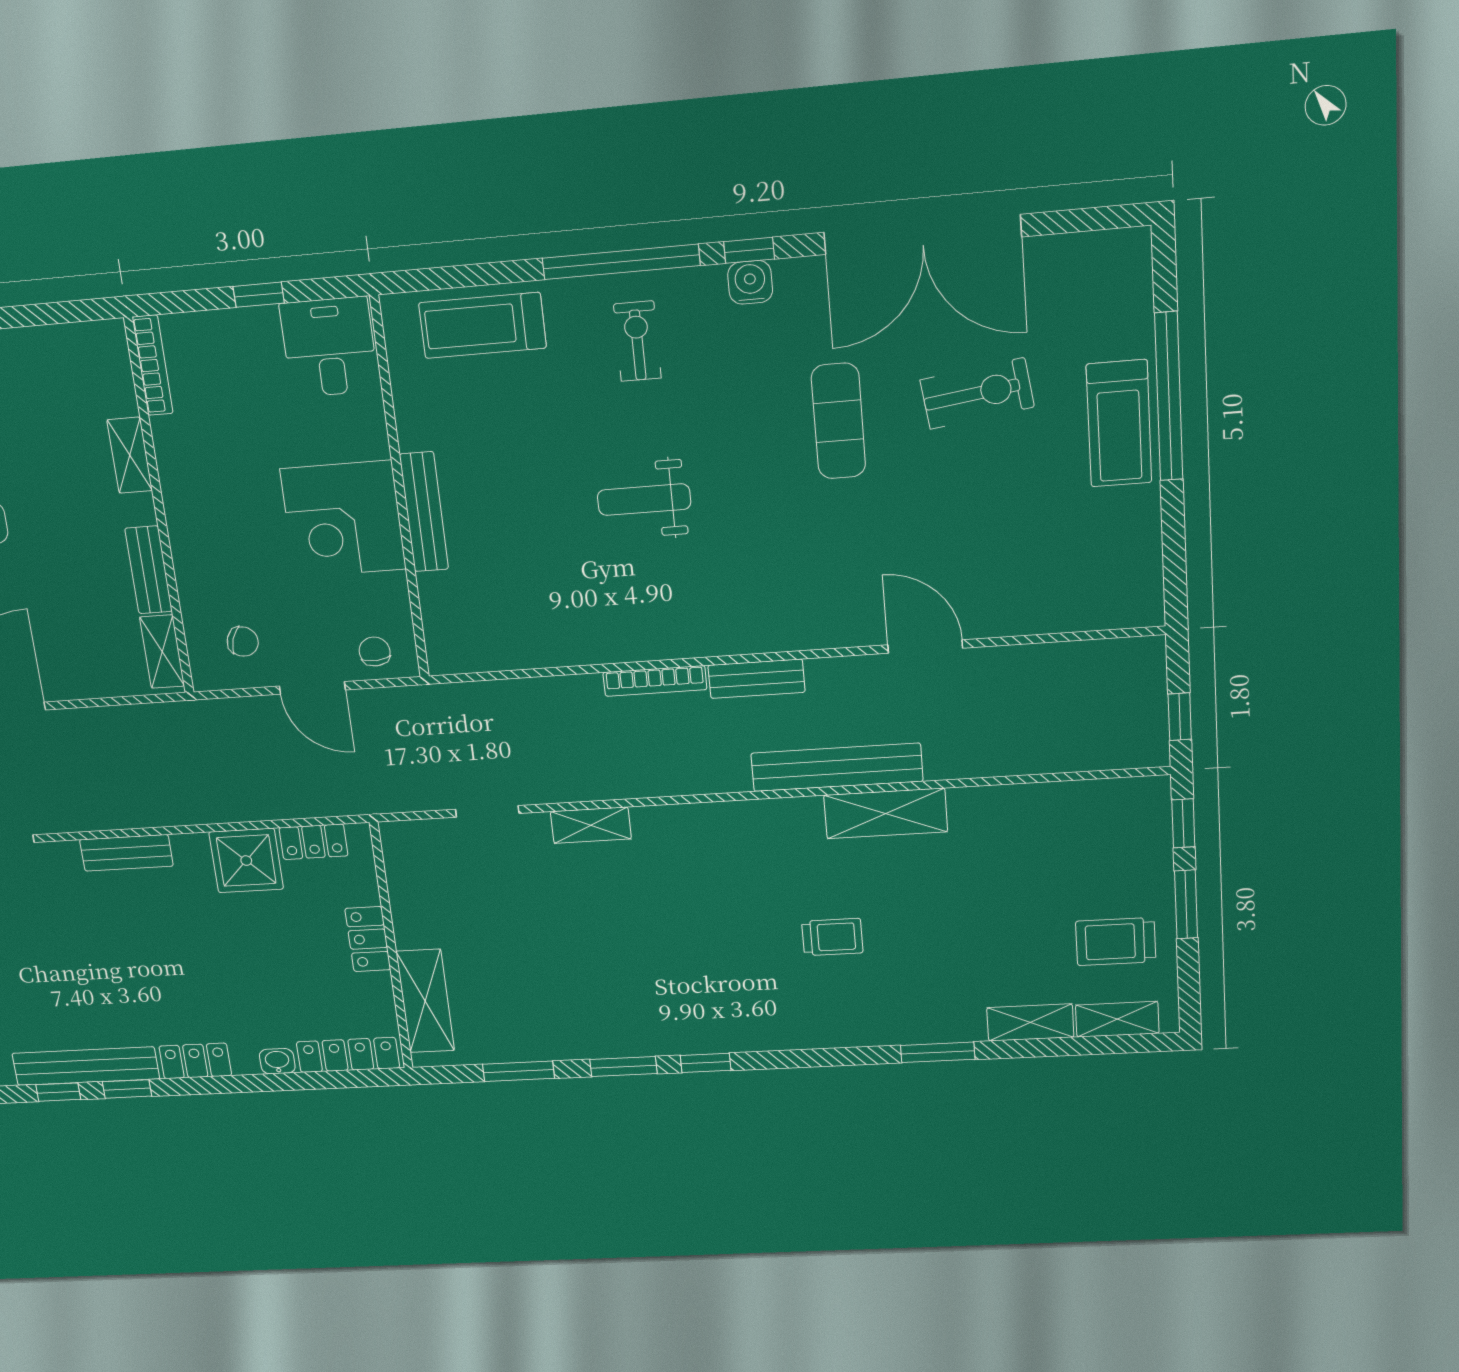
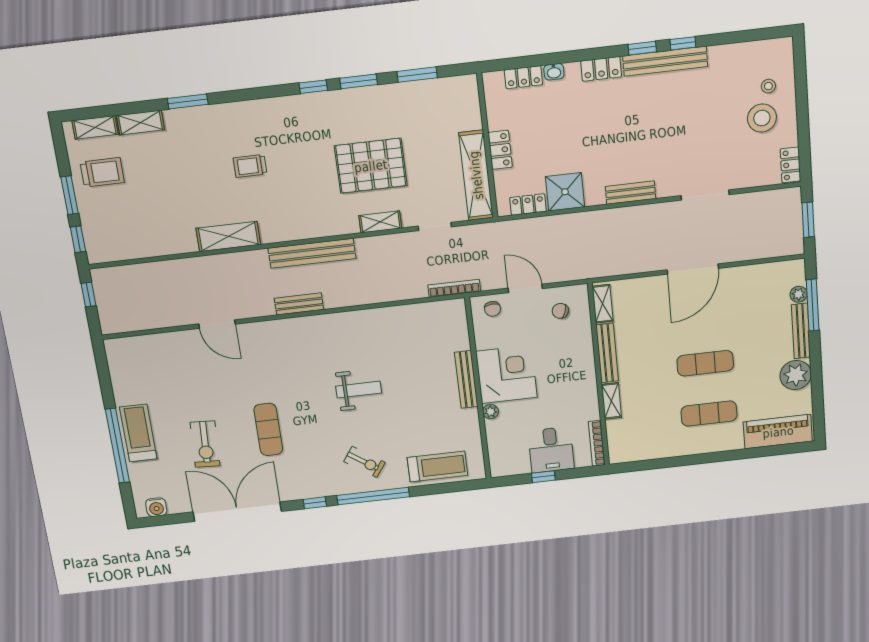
water cooler: (750, 282) -> (156, 507), moved
exercise bike: (637, 341) -> (364, 462), turned -55
desk: (329, 347) -> (551, 450), moved
exercise bike: (977, 393) -> (205, 444), turned -79
plant: (373, 442) -> (491, 412), added
bench: (149, 570) -> (607, 353), width x1.36
bookcase: (655, 681) -> (454, 288), moved
bench: (837, 767) -> (312, 253), moved
pallet: (606, 925) -> (371, 166), added
shelving: (425, 1001) -> (476, 175), moved, width x1.47
locker: (348, 1055) -> (523, 77), width x0.66

